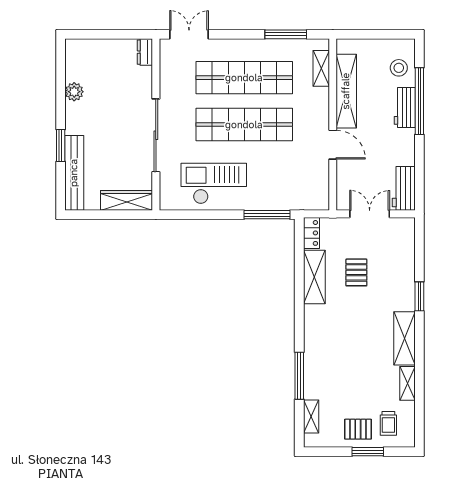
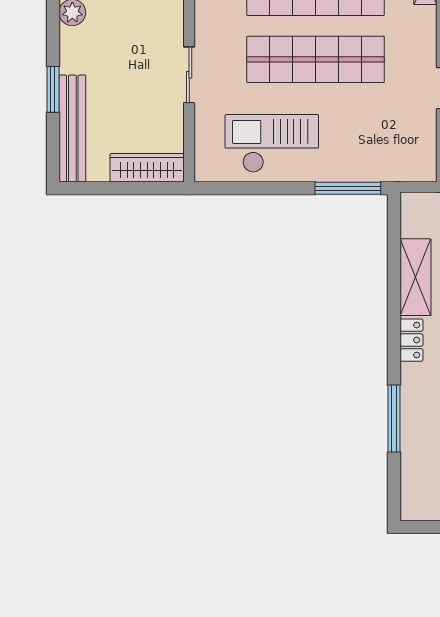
sliding door: (156, 135) -> (189, 75), width x0.54
locker: (311, 233) -> (411, 340), moved
shelving: (311, 417) -> (411, 477), removed

